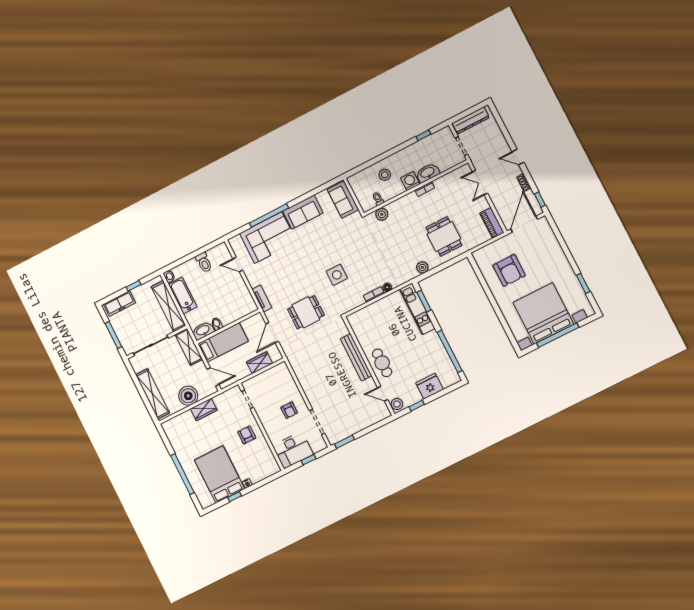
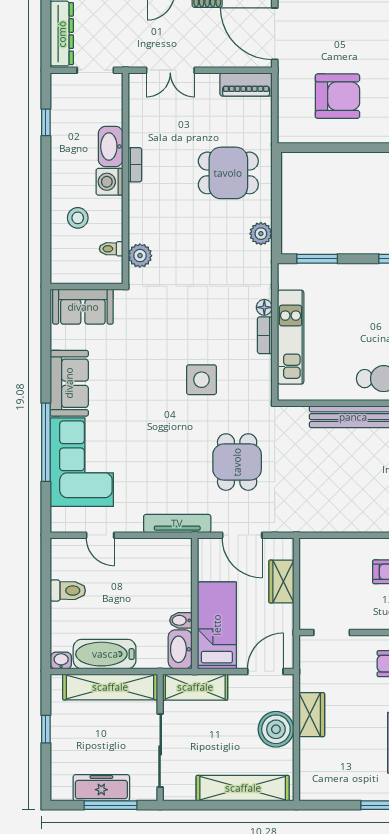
door: (238, 264) -> (100, 535), hinge flipped
tv unit: (262, 299) -> (177, 523), width x1.41
freezer: (119, 304) -> (101, 788), moved, turned -90
kitchen unit: (417, 309) -> (291, 337), moved, turned -90

